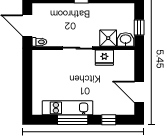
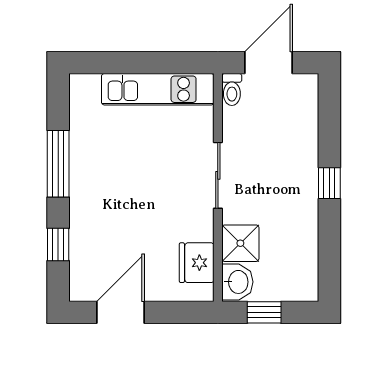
fridge: (104, 58) -> (197, 263), moved
kitchen unit: (67, 108) -> (158, 89), moved, turned 90

